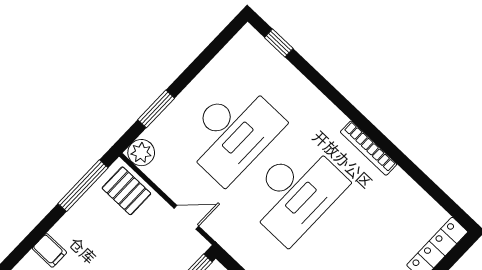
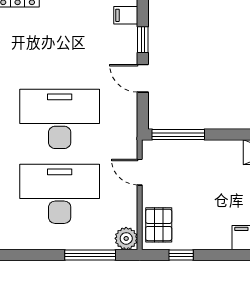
window: (156, 109) -> (90, 255), width x1.44
window: (83, 186) -> (181, 255), width x0.46

